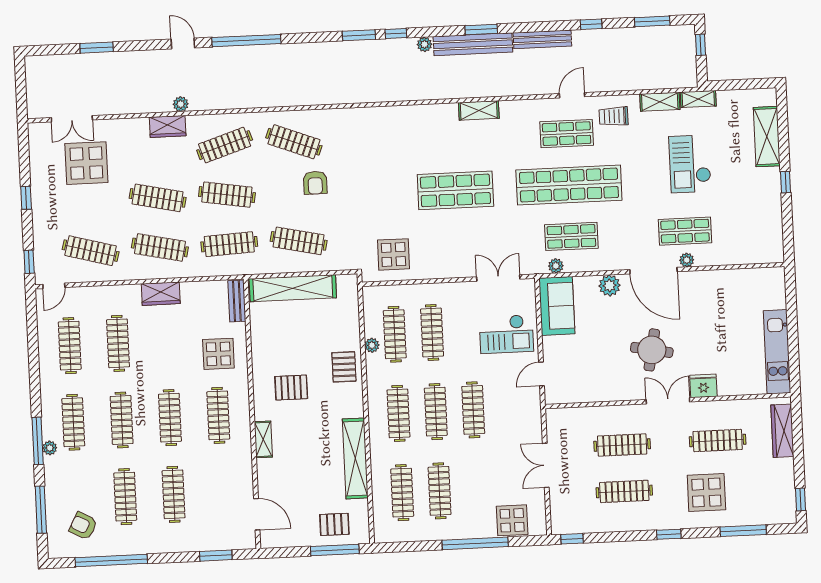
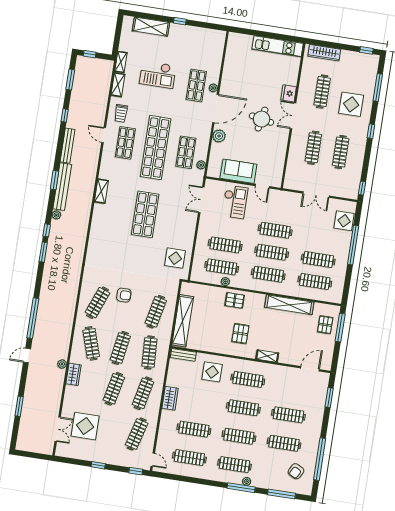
sofa: (557, 306) -> (238, 171), moved

